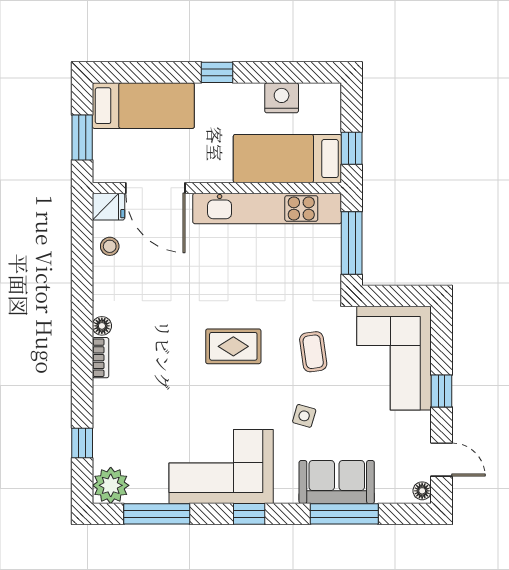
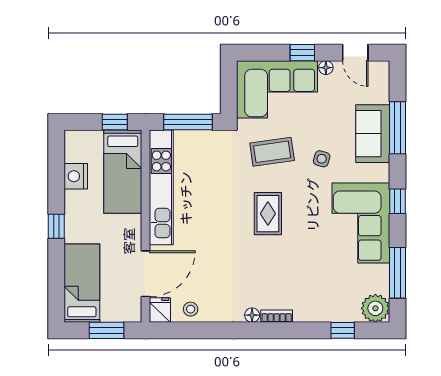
coffee table: (313, 352) -> (272, 152), width x1.36, depth x1.30
door: (441, 459) -> (355, 53), swing flipped
floor lamp: (422, 491) -> (326, 68), moved

